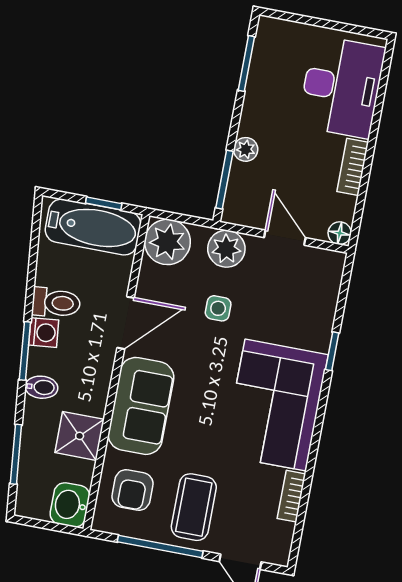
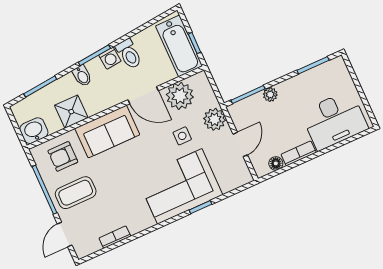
floor lamp: (340, 233) -> (276, 163), moved
plant: (167, 242) -> (180, 96), moved
corner sofa: (276, 405) -> (180, 186), moved

